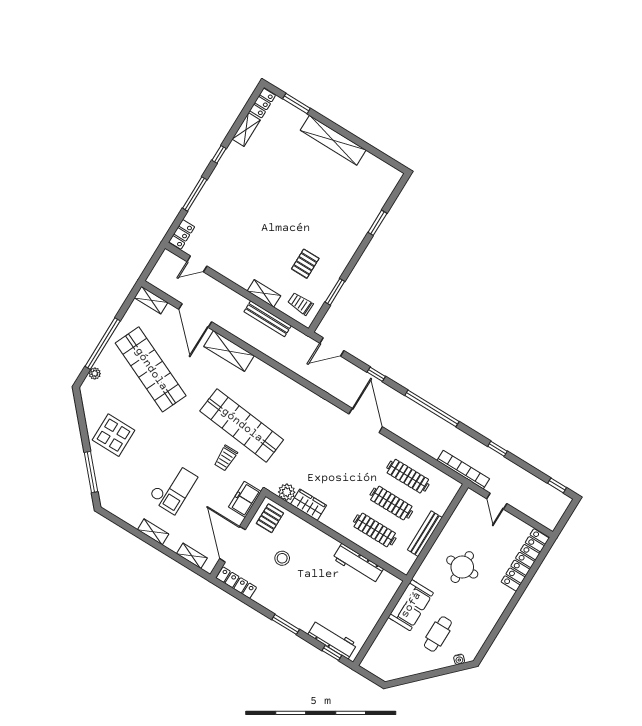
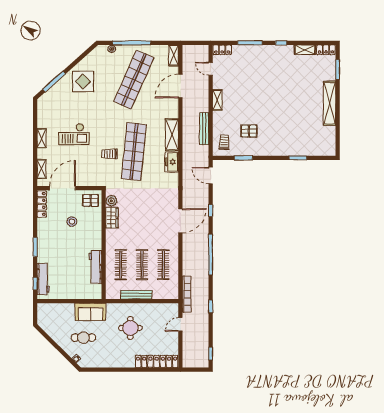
shelving: (264, 293) -> (217, 100), moved
shelving: (229, 351) -> (172, 135), moved
freezer: (245, 499) -> (172, 162), moved, turned -90

